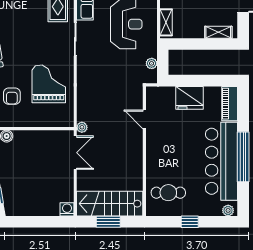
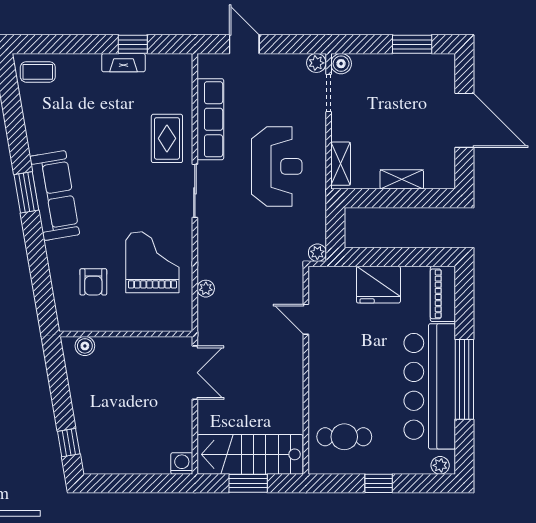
shelving: (218, 32) -> (402, 179), moved
plant: (152, 63) -> (317, 253), moved
plant: (82, 127) -> (206, 289), moved

